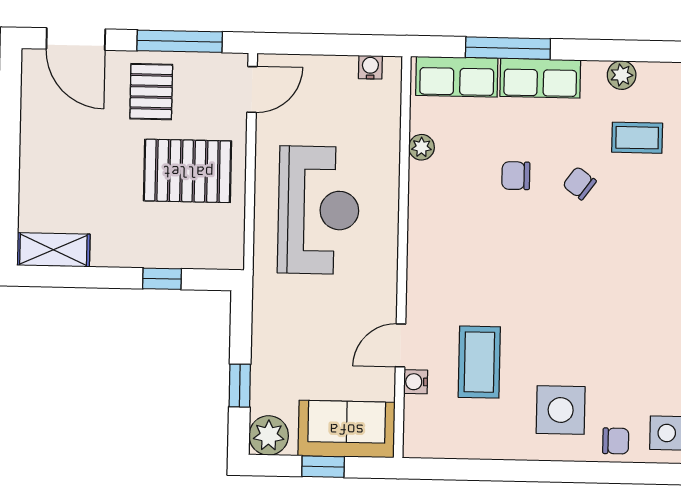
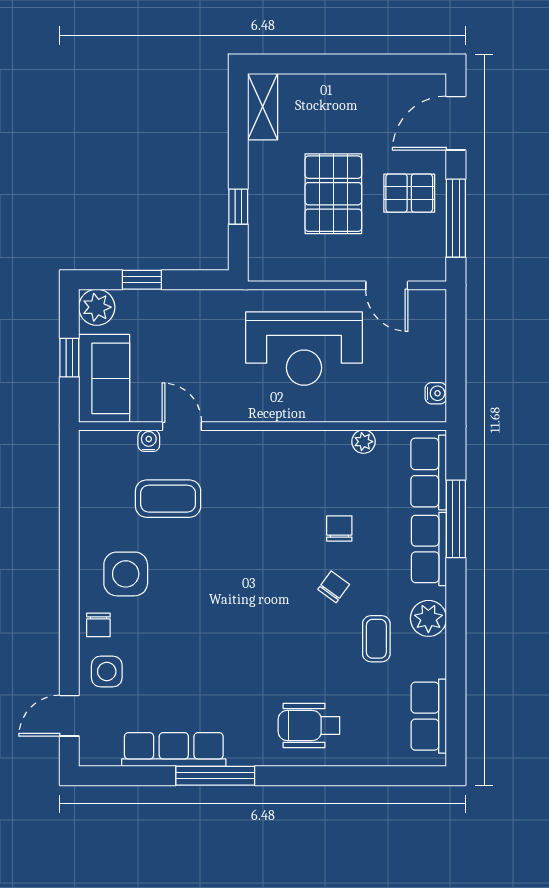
plant: (622, 75) -> (428, 618), width x1.38, depth x1.38
door: (252, 89) -> (387, 285), moved
pallet: (188, 171) -> (333, 194), moved

